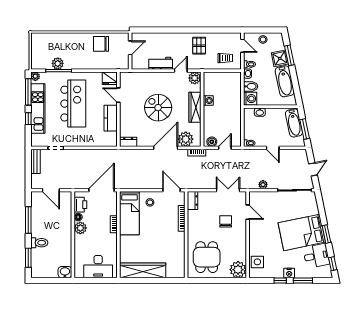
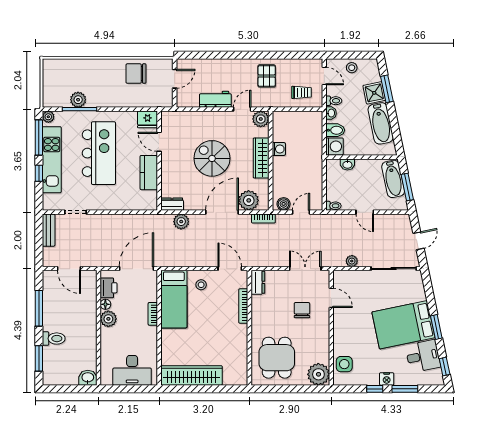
plant: (135, 155) -> (181, 222), added

